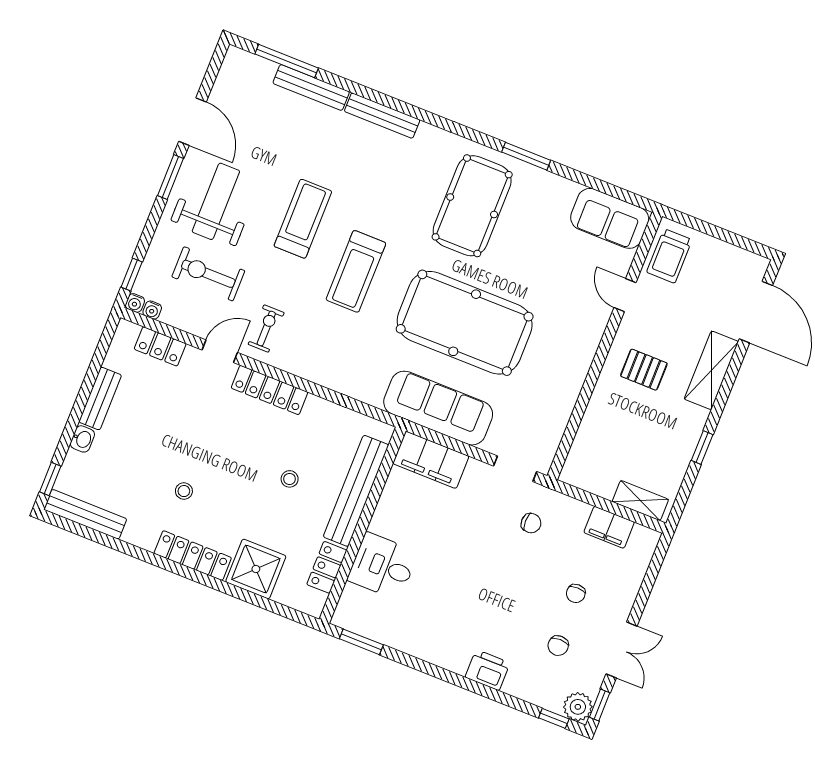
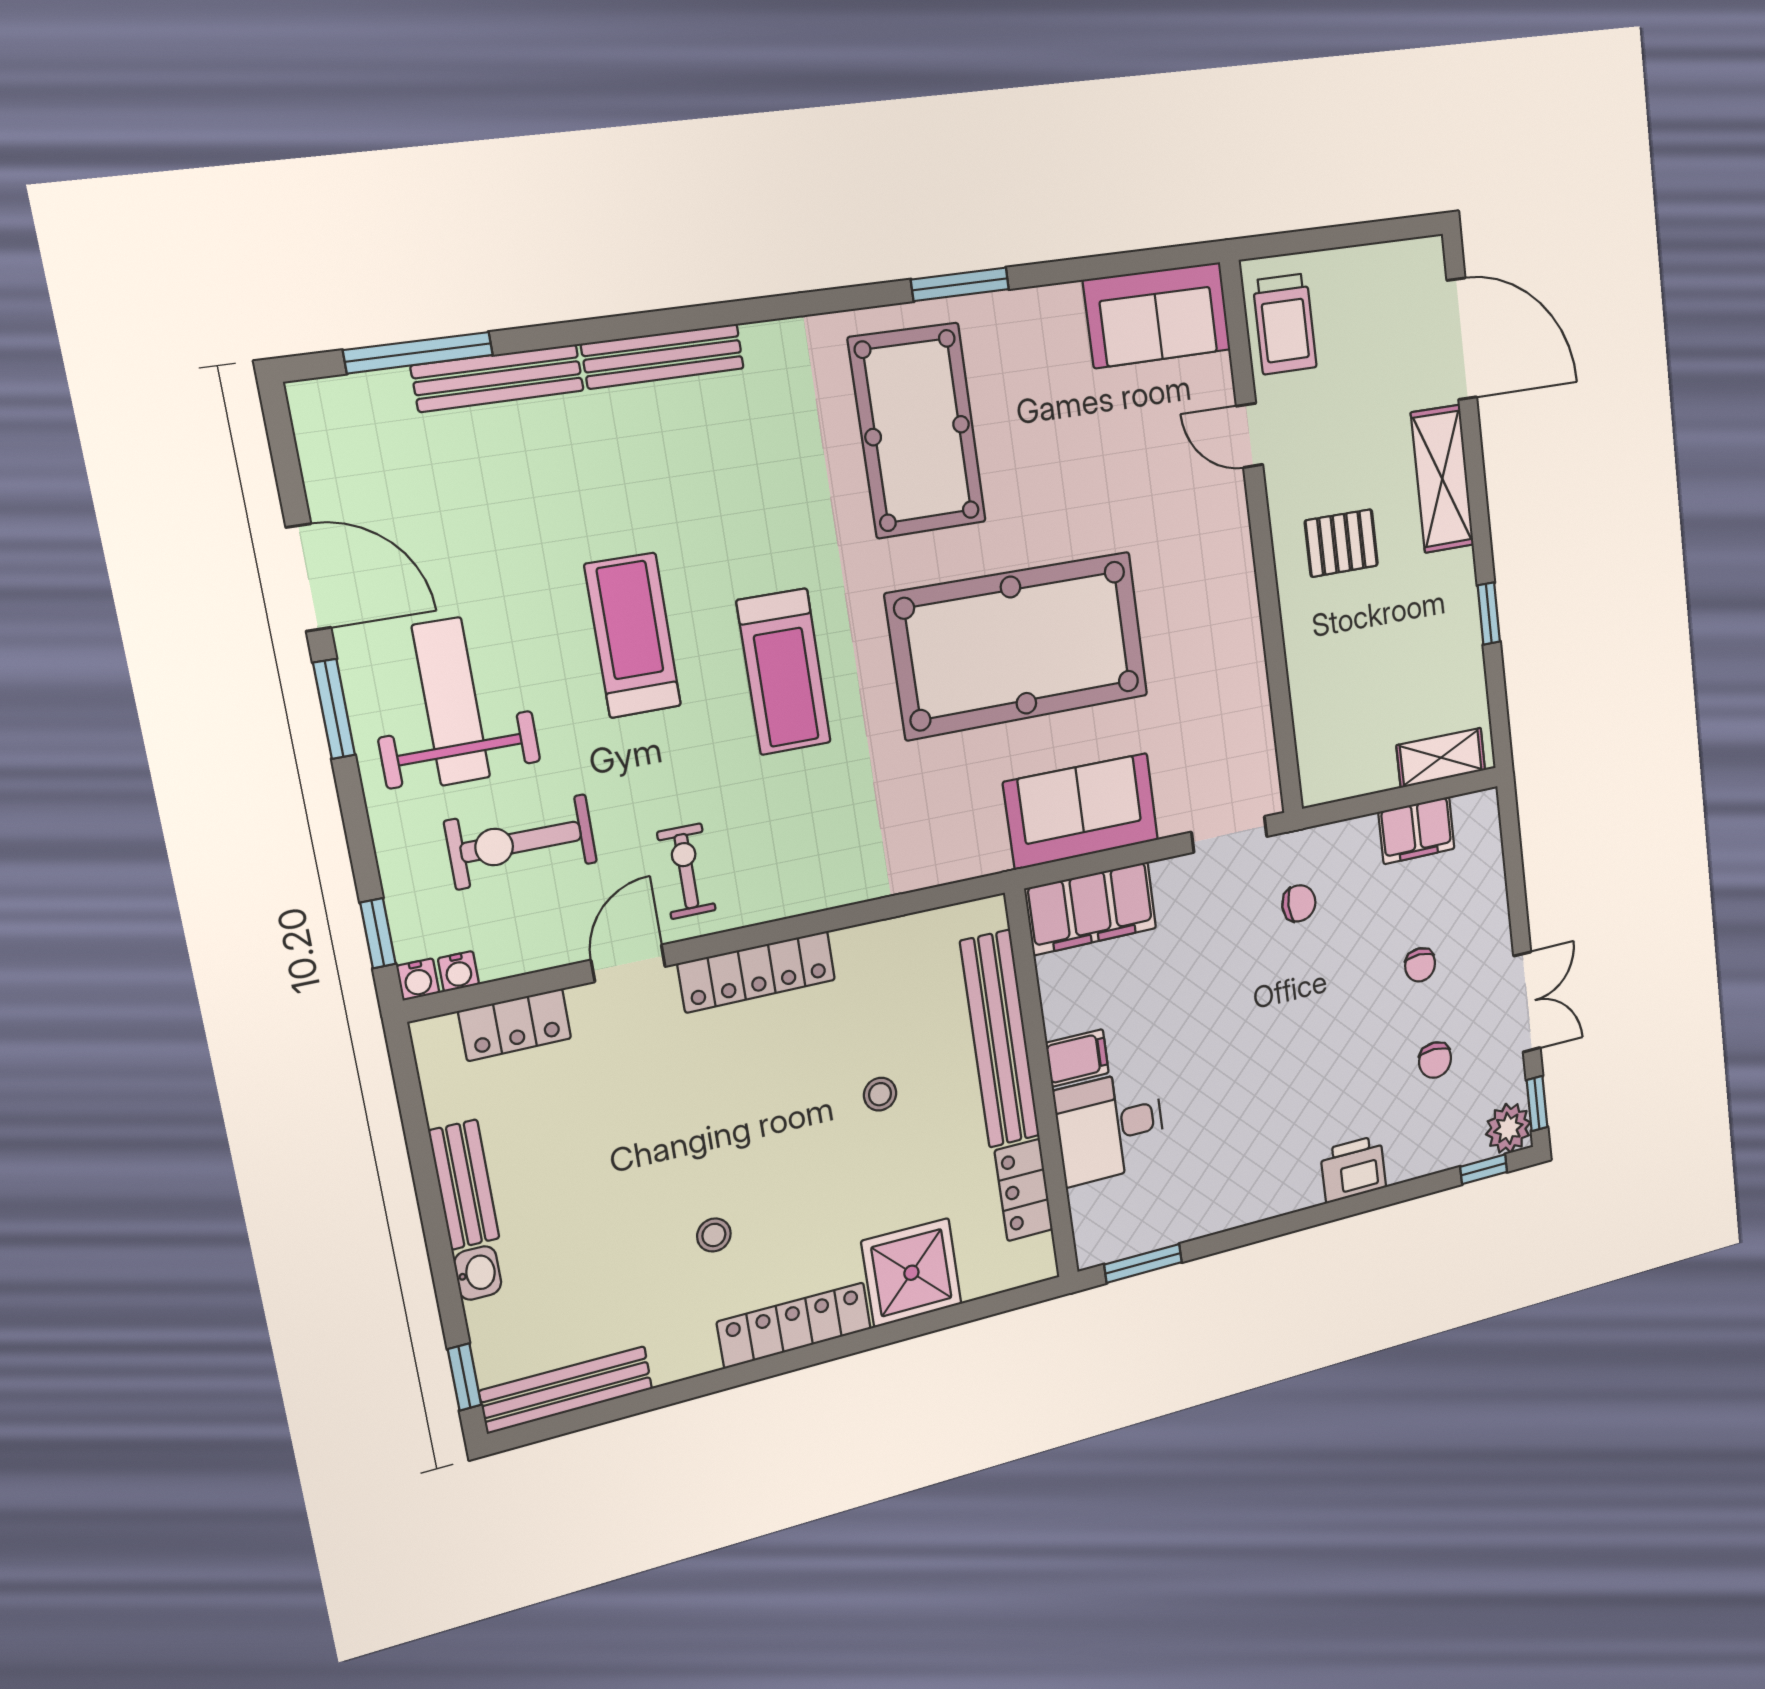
sofa: (438, 408) -> (1081, 811), width x0.73
filing cabinet: (386, 524) -> (1077, 1058), added

